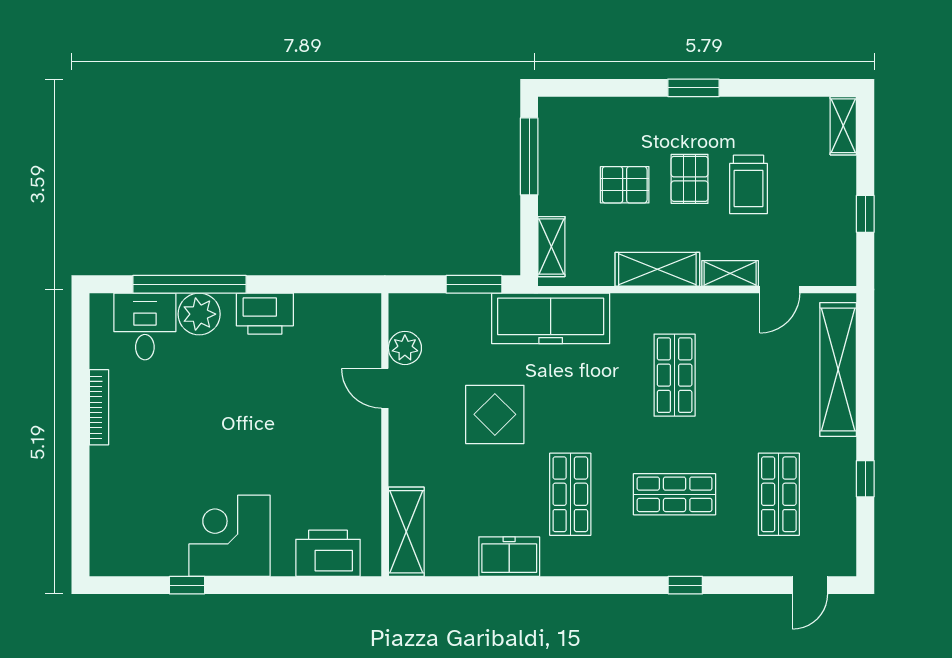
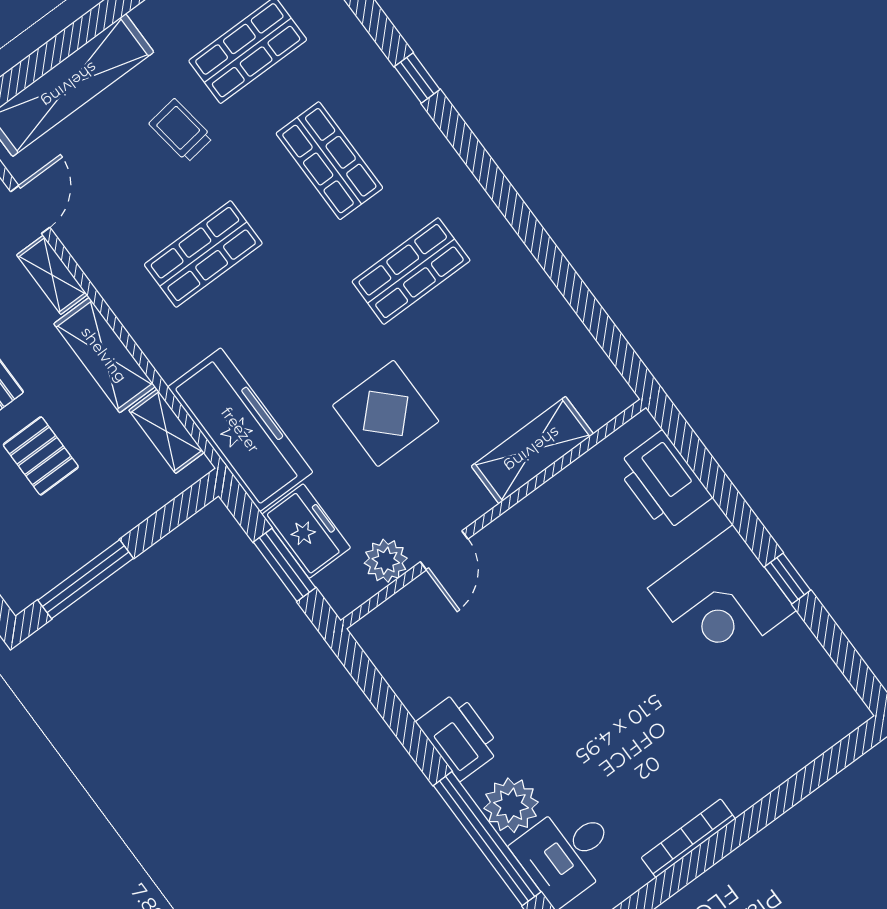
shelving: (551, 247) -> (166, 431), moved, turned 90
window: (474, 284) -> (284, 565), moved
door: (780, 290) -> (30, 210), hinge flipped
trolley: (760, 417) -> (181, 131), added
shelving: (406, 532) -> (532, 450), moved
freezer: (509, 557) -> (306, 531), moved, turned 180
window: (187, 585) -> (788, 579), moved

